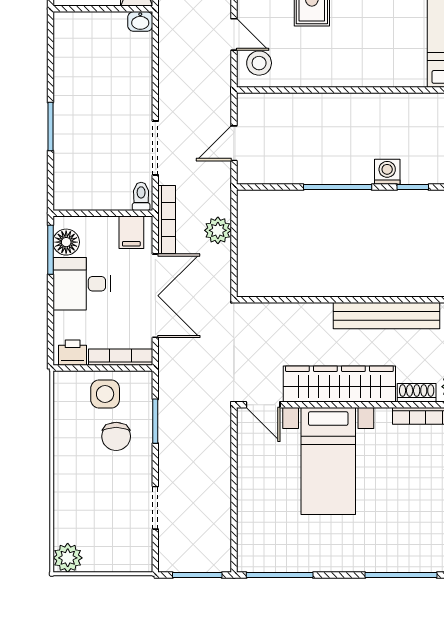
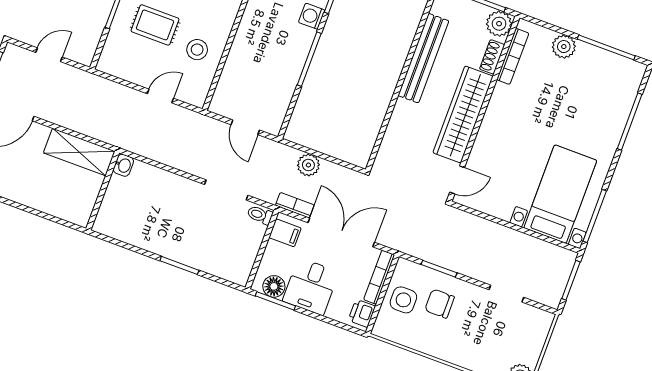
stool: (259, 63) -> (197, 50), moved
bookcase: (167, 219) -> (295, 205), width x0.64
chair: (116, 436) -> (440, 304), turned 180
bed with nightstands: (328, 461) -> (560, 194), moved, turned -90

